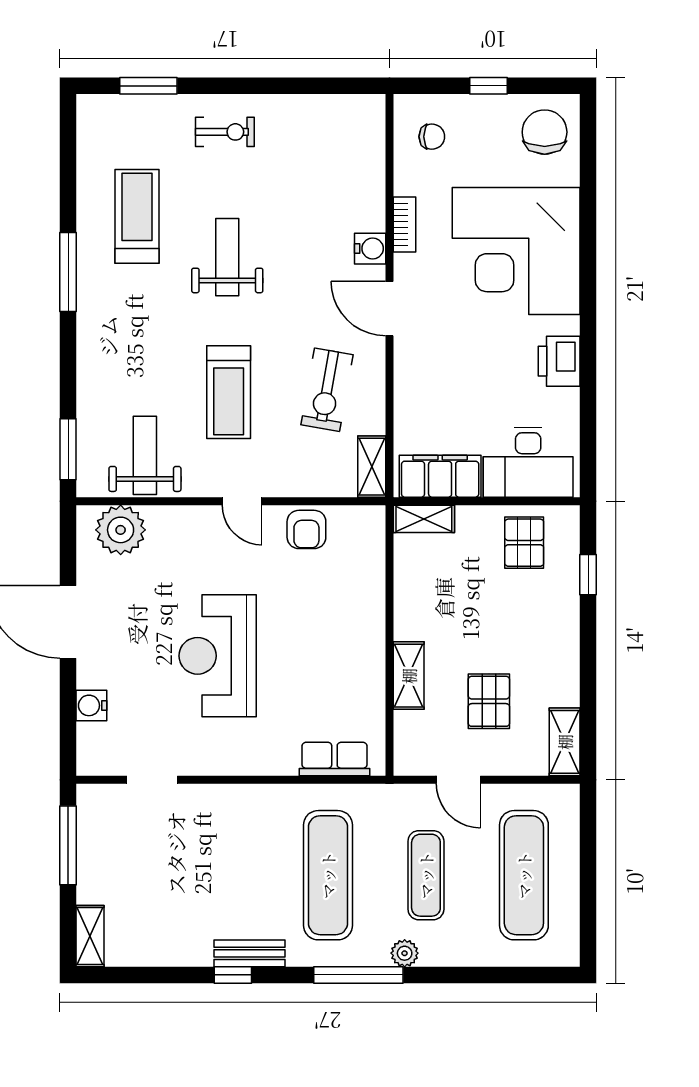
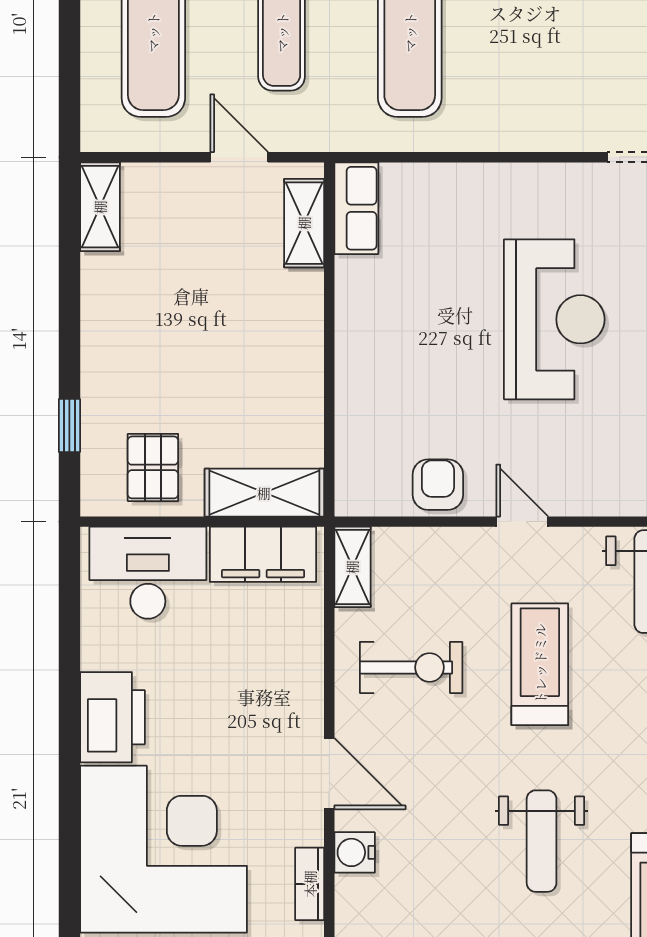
printer: (559, 361) -> (112, 717), width x1.37, depth x1.19
exercise bike: (327, 390) -> (411, 667), turned 80
shelving: (424, 519) -> (264, 493), width x1.50, depth x1.33
shelving: (409, 676) -> (304, 223), moved
pallet: (489, 701) -> (199, 260), removed
row of seats: (334, 759) -> (356, 208), moved, turned -90

